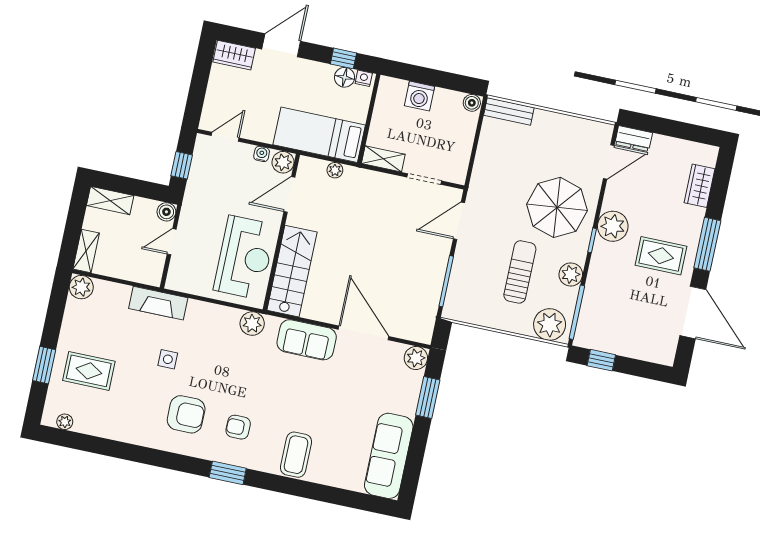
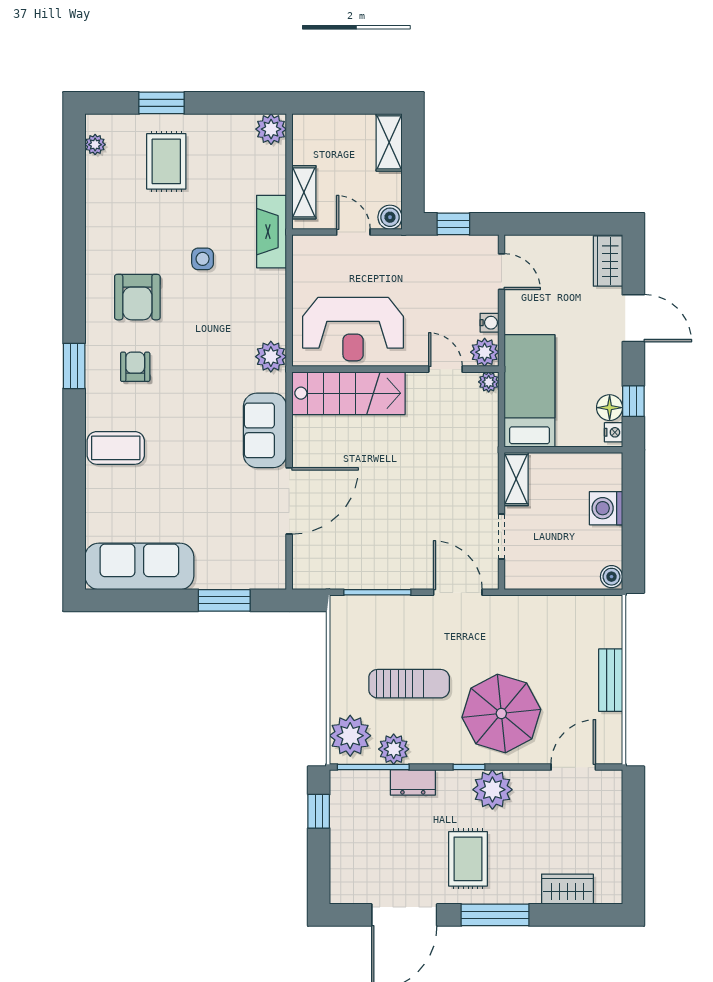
bench: (509, 111) -> (611, 680), moved
dresser: (634, 139) -> (413, 782), moved, turned -90
door: (609, 162) -> (573, 767), swing flipped
plant: (335, 170) -> (489, 382), moved
door: (289, 194) -> (445, 369), width x0.73
shelving: (86, 251) -> (304, 192), moved, turned 90
plant: (571, 274) -> (394, 749), moved
plant: (416, 358) -> (271, 574), removed

